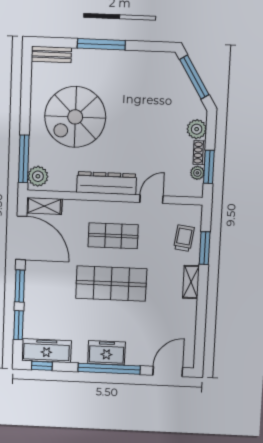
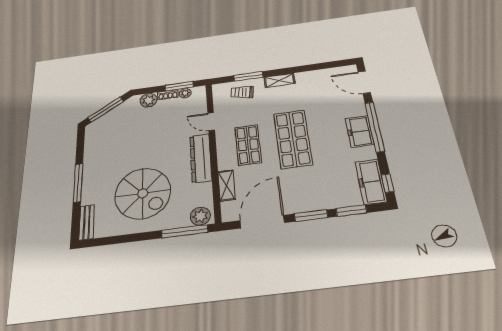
shelving: (44, 206) -> (227, 185), moved

